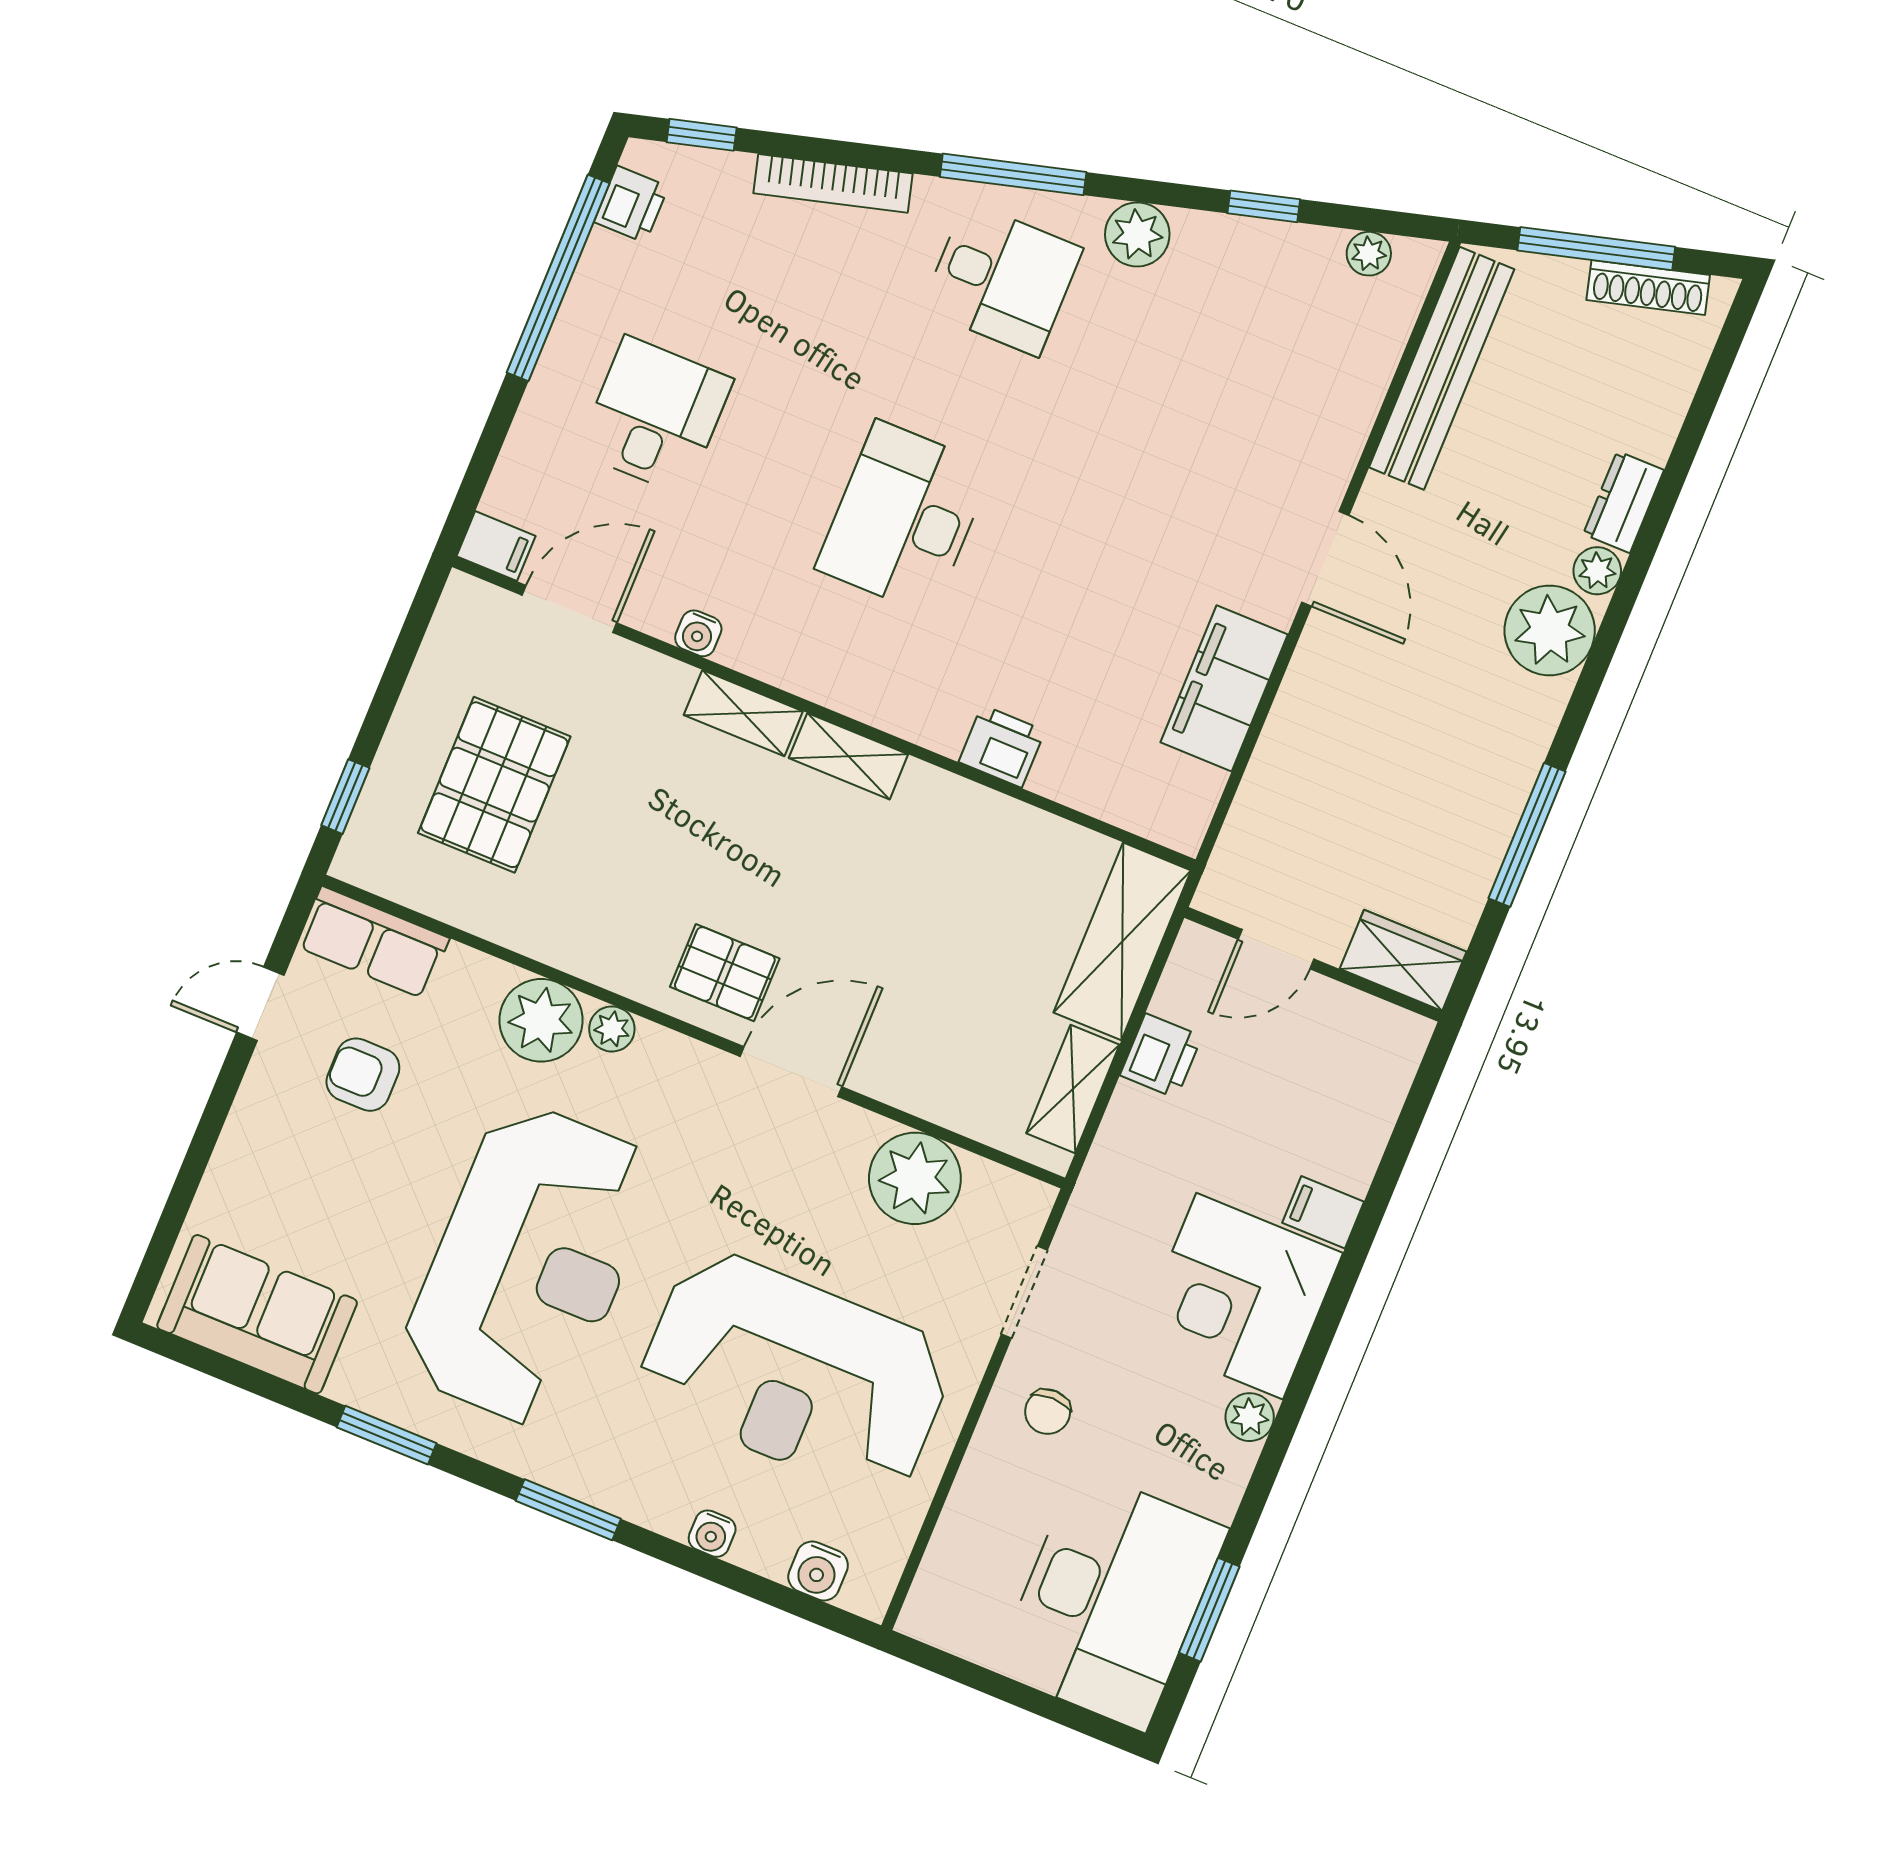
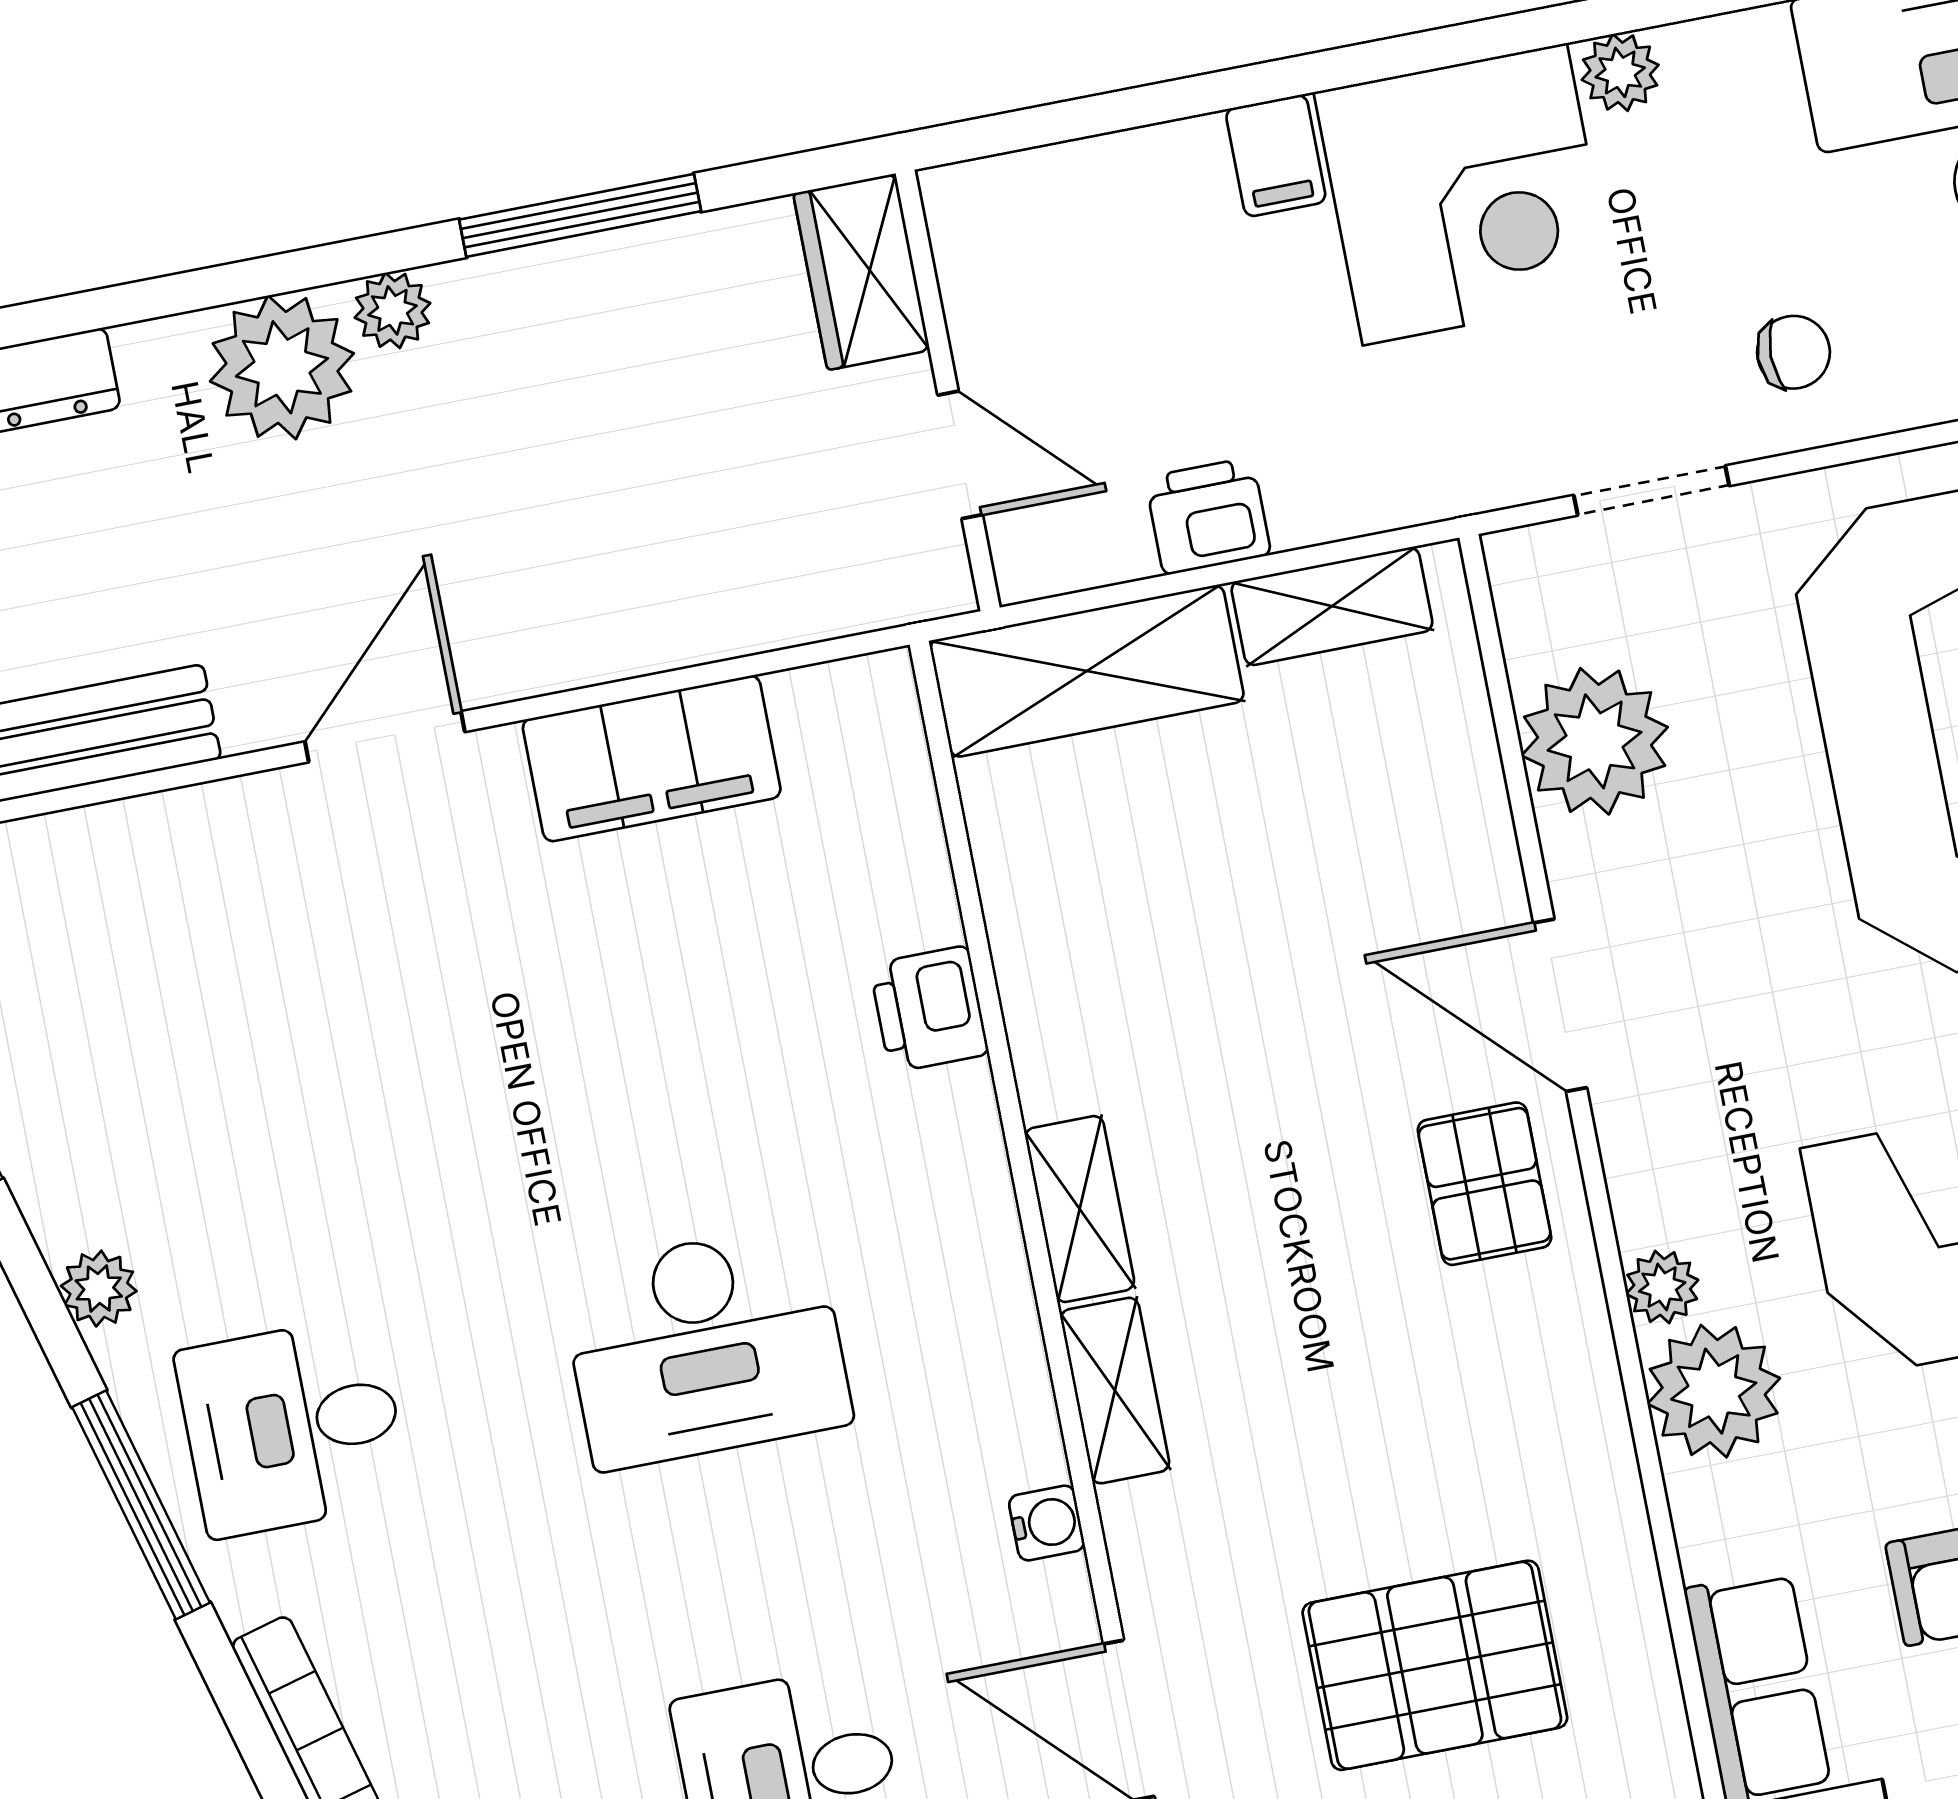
plant: (1137, 234) -> (99, 1289), width x0.73, depth x0.73
desk: (1002, 279) -> (293, 1427), turned -90
plant: (1597, 571) -> (393, 310), moved

